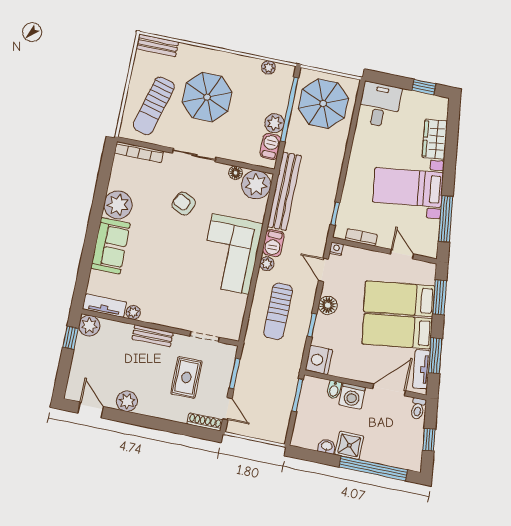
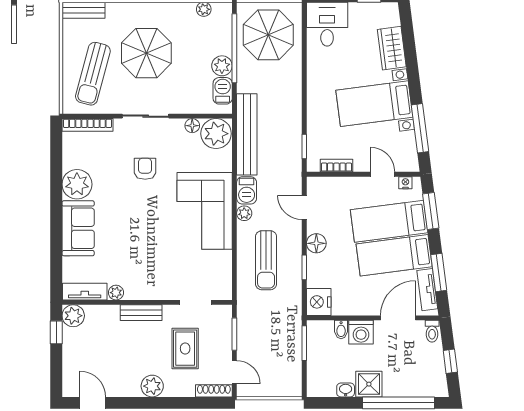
armchair: (184, 204) -> (145, 169), turned 65
nightstand: (336, 249) -> (405, 183), moved
plant: (127, 401) -> (152, 386), moved

